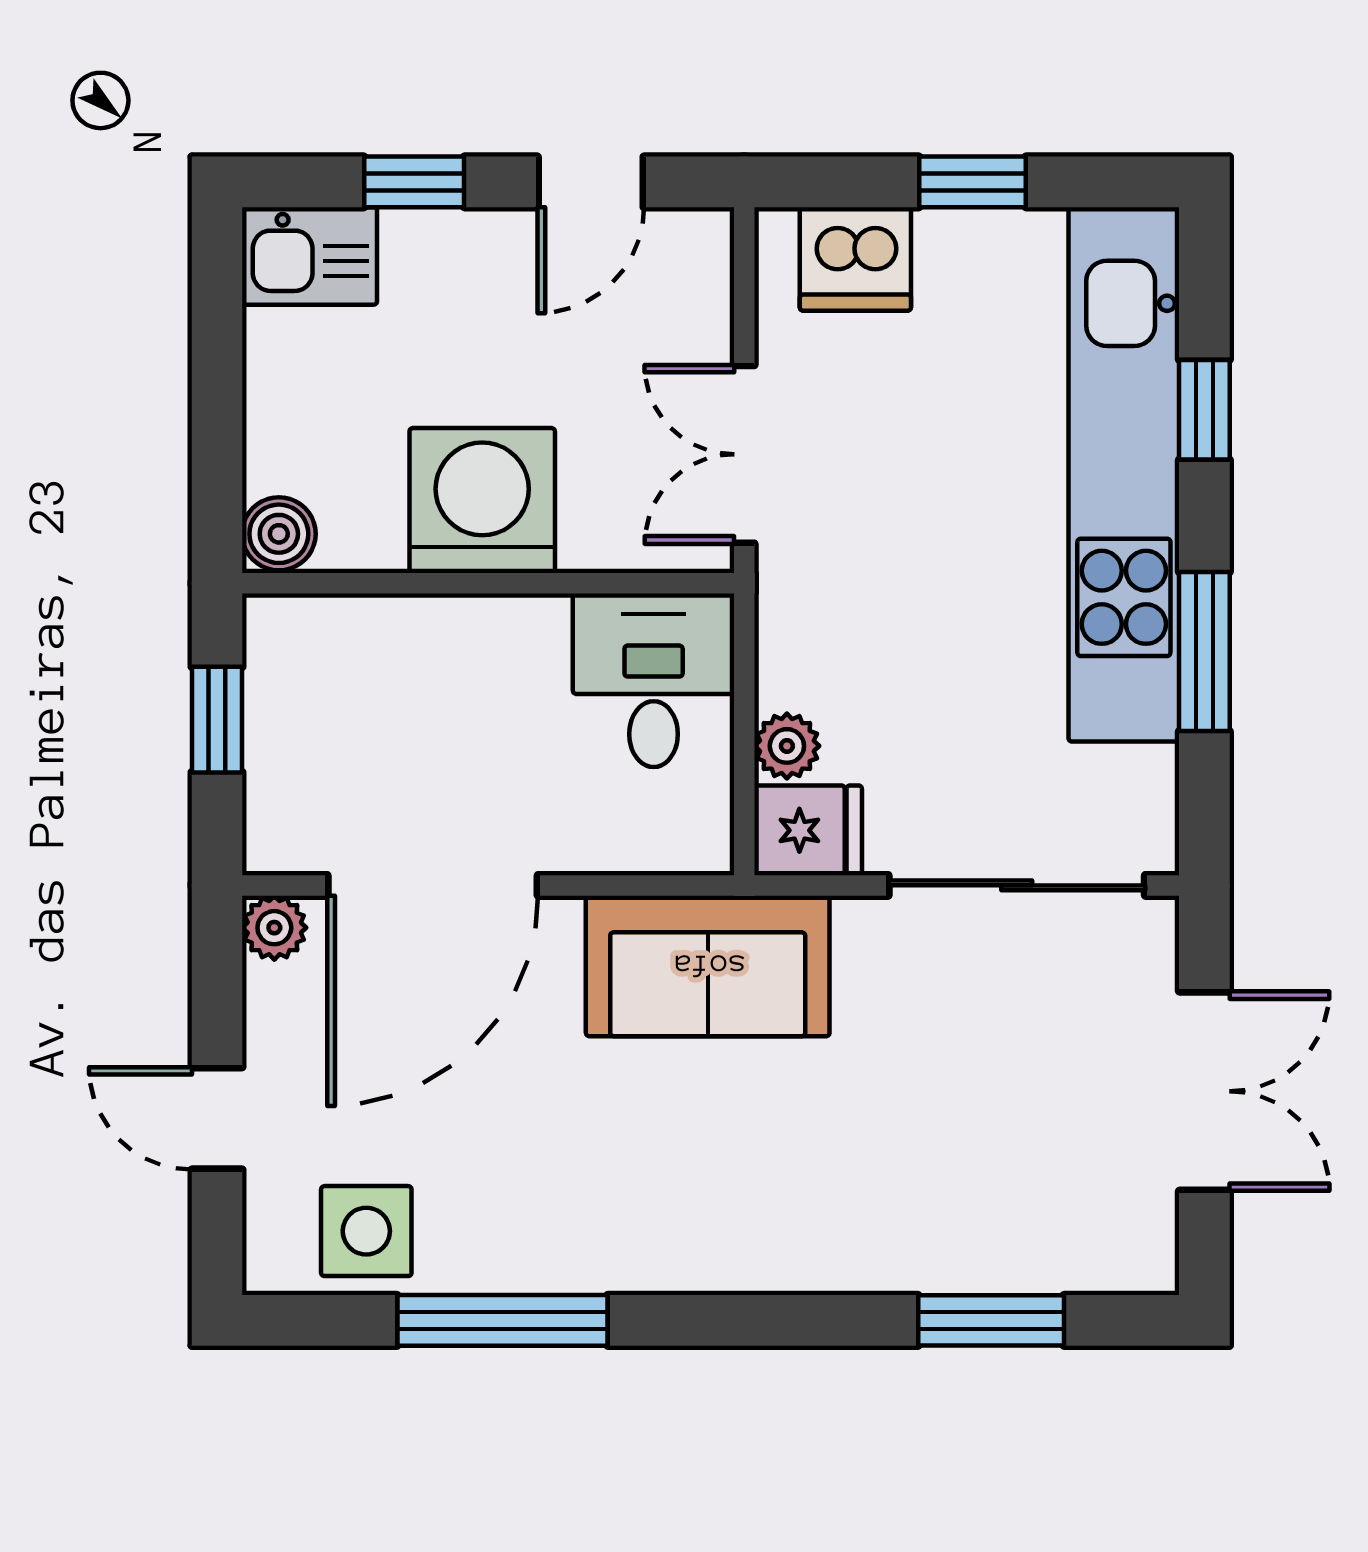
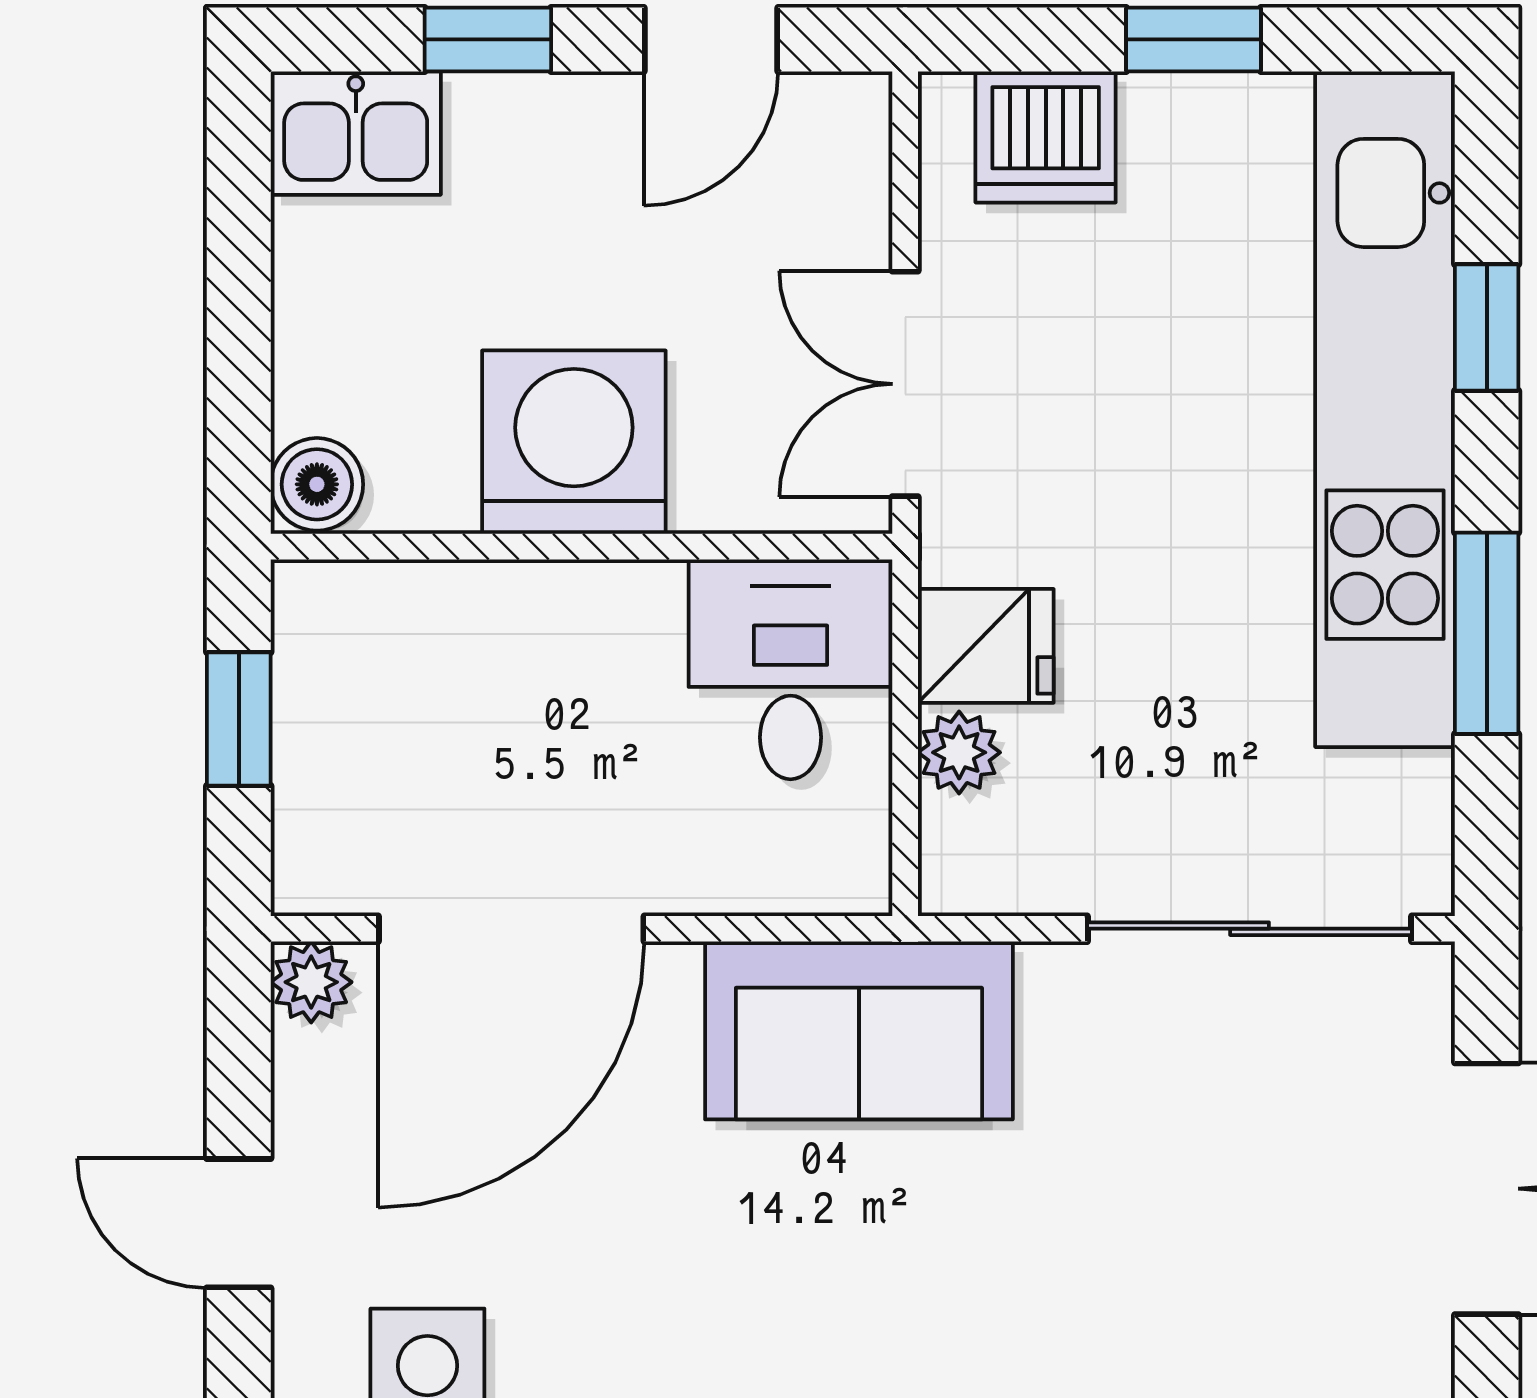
fridge: (808, 830) -> (986, 646), moved

